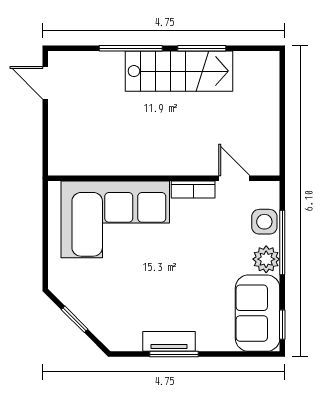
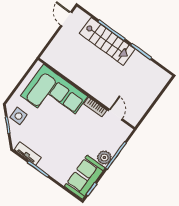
stairs: (179, 71) -> (107, 41), moved
side table: (264, 222) -> (19, 116), moved
tv unit: (169, 341) -> (28, 153), moved

